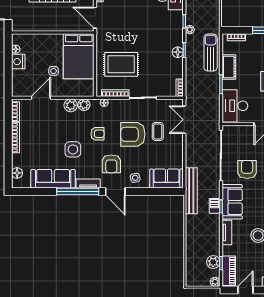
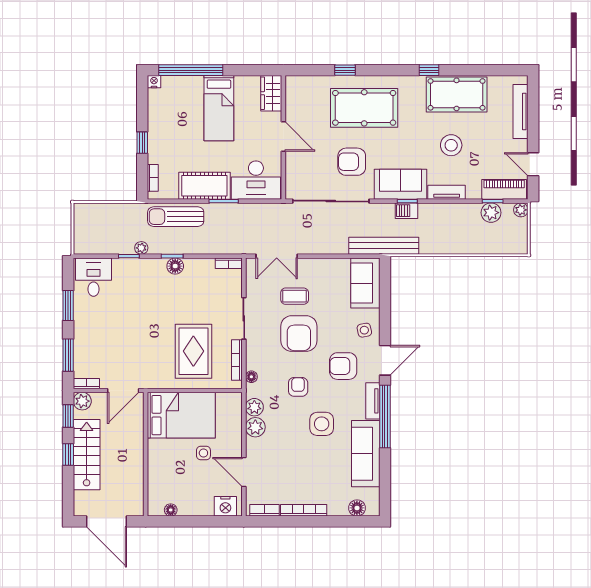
nightstand: (18, 62) -> (225, 506), moved
cot: (229, 67) -> (204, 186), width x1.37, depth x1.34
armchair: (111, 164) -> (343, 366), turned 180

